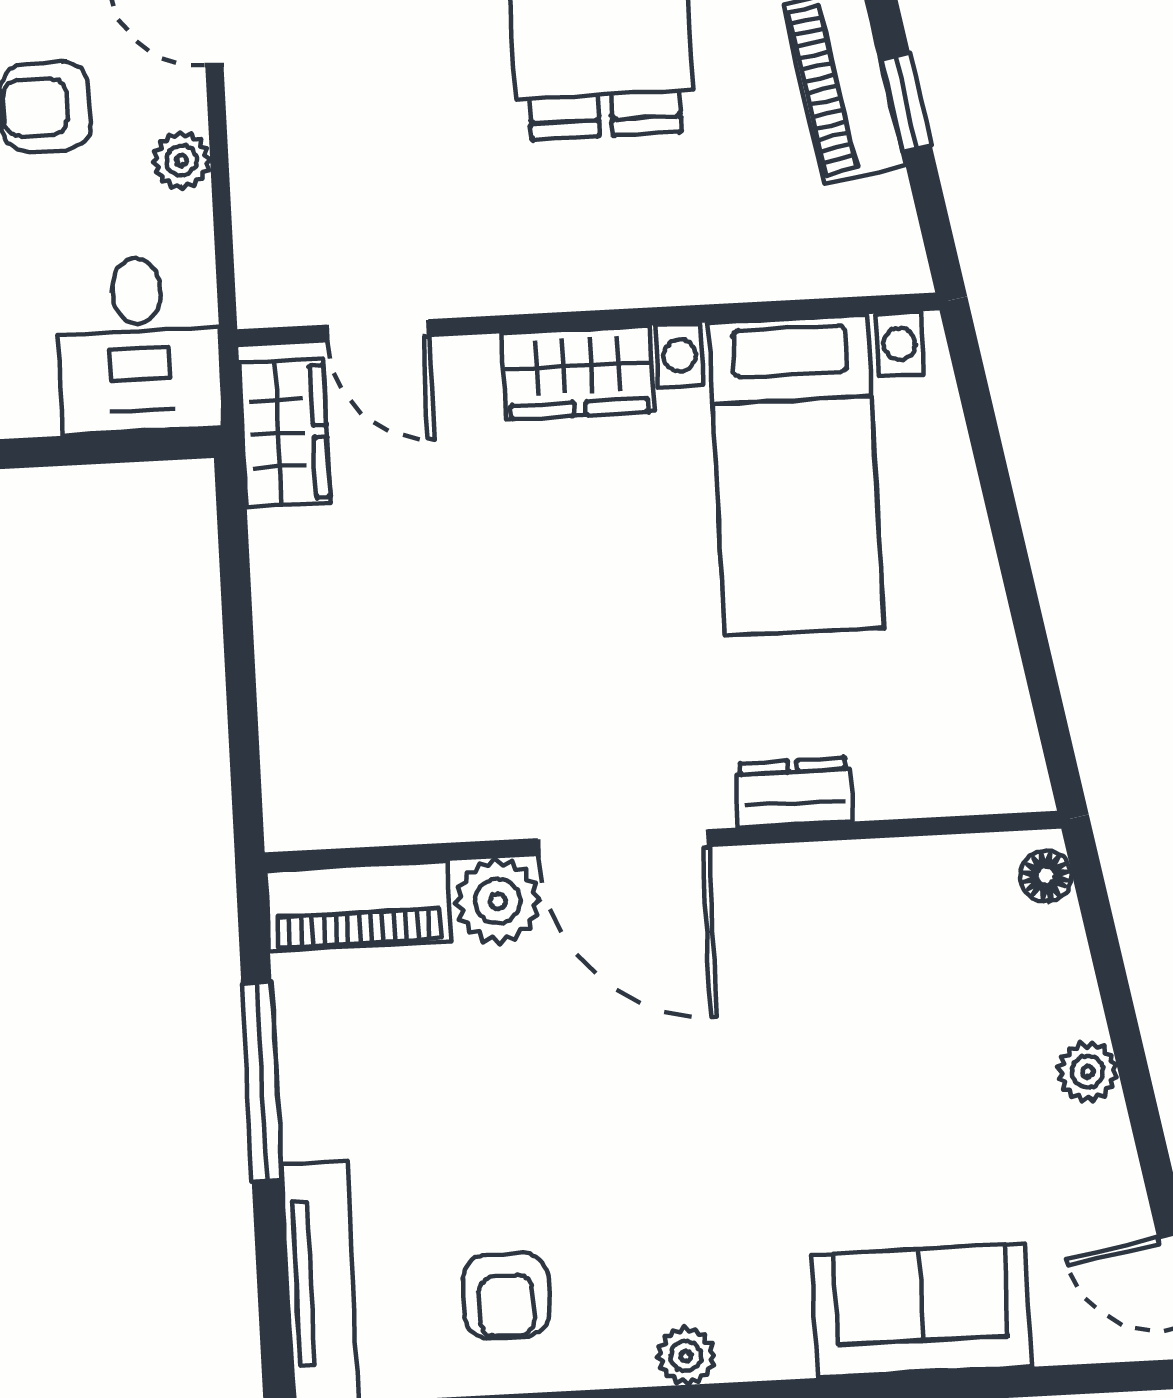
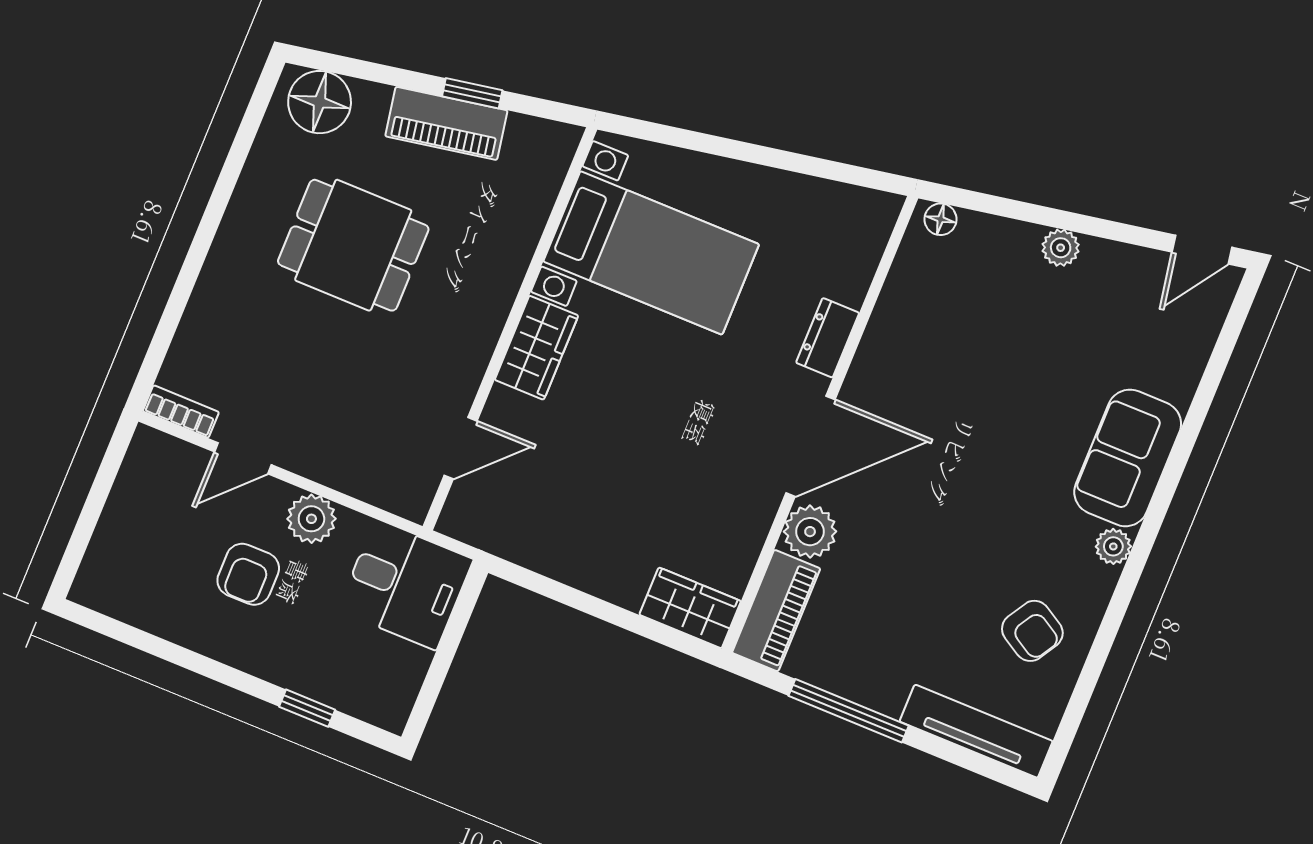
plant: (182, 161) -> (311, 519), width x1.38, depth x1.38
wardrobe: (285, 433) -> (690, 608), moved
armchair: (506, 1296) -> (1032, 631), turned 31
sofa: (922, 1311) -> (1128, 458), moved

